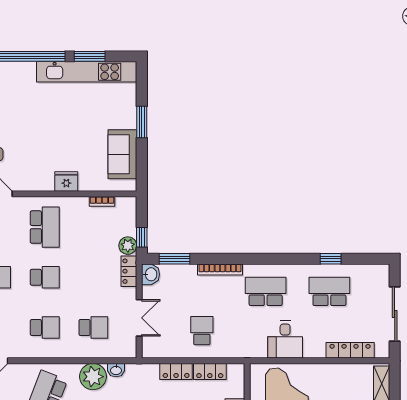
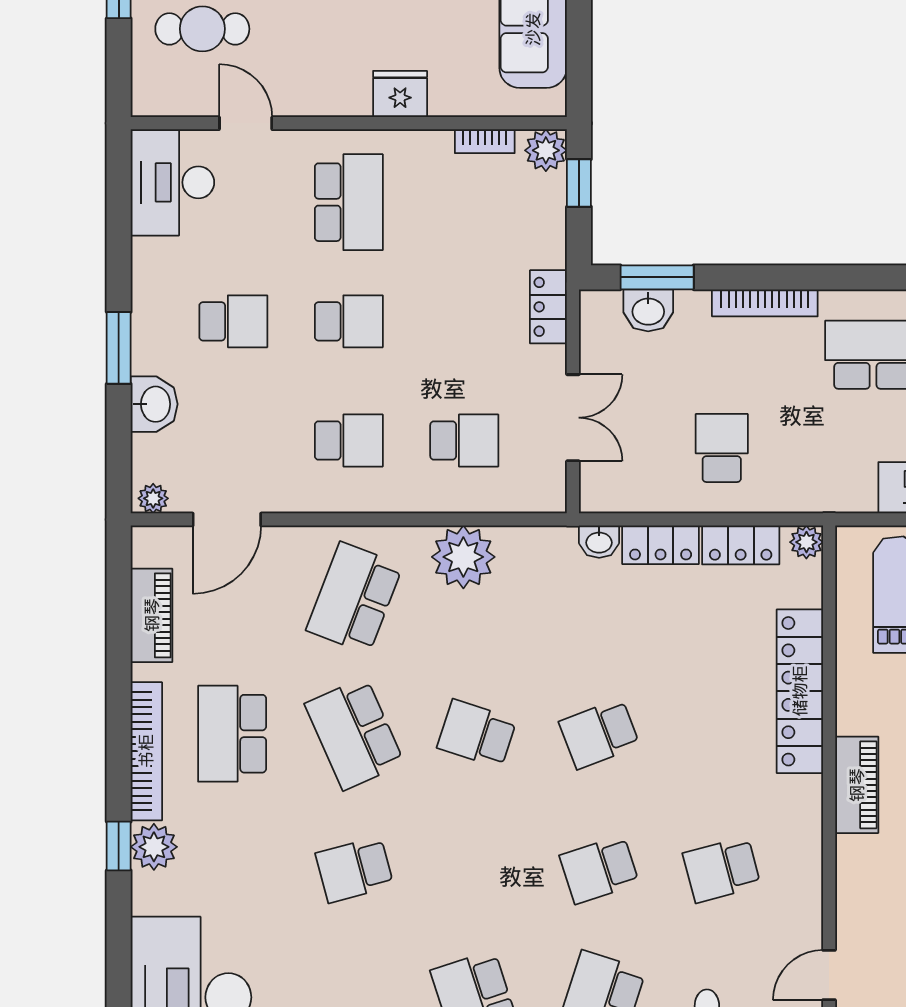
window: (142, 237) -> (579, 183), moved
plant: (128, 246) -> (546, 150), moved
washbasin: (151, 274) -> (648, 310), moved, turned 90
washbasin: (116, 370) -> (599, 542), moved
plant: (238, 370) -> (806, 542), added

